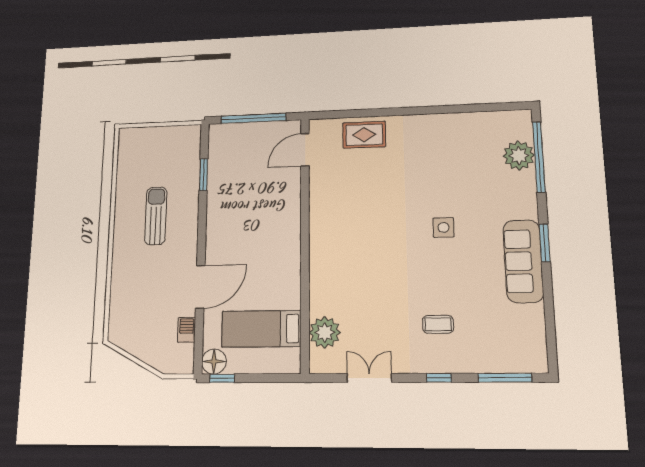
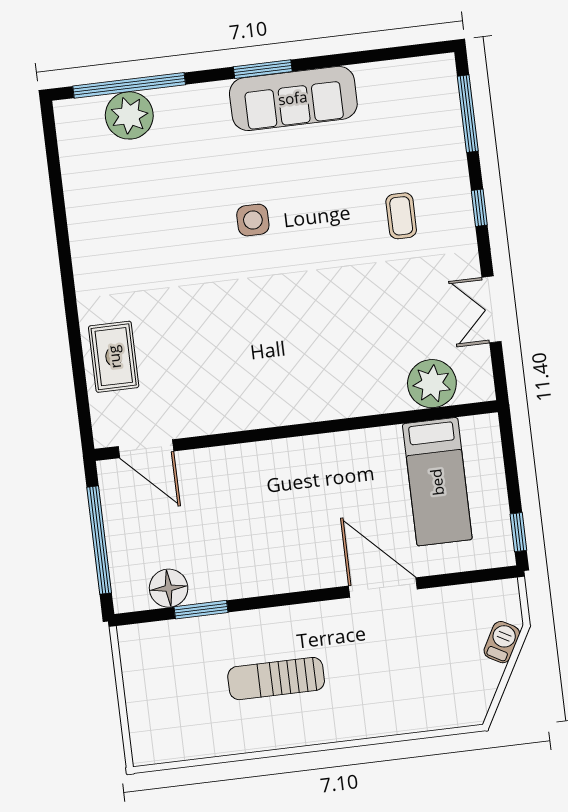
barbecue: (187, 330) -> (502, 642), moved, turned 119
floor lamp: (214, 362) -> (169, 588), moved

